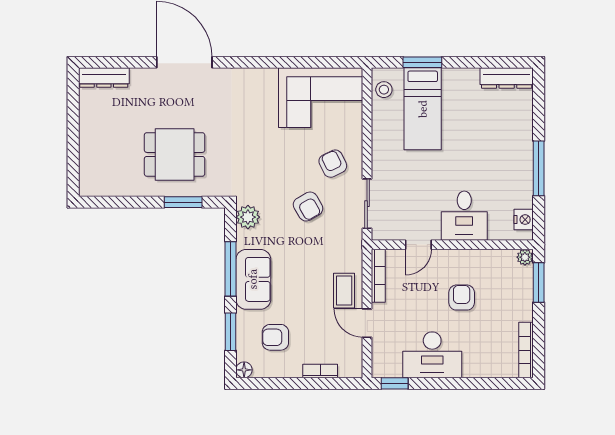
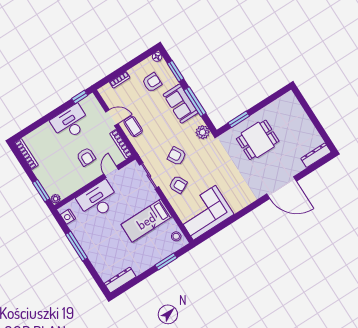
bed: (423, 109) -> (146, 221), moved, turned -90
desk: (464, 216) -> (98, 200), width x1.37
armchair: (462, 298) -> (86, 157), moved

